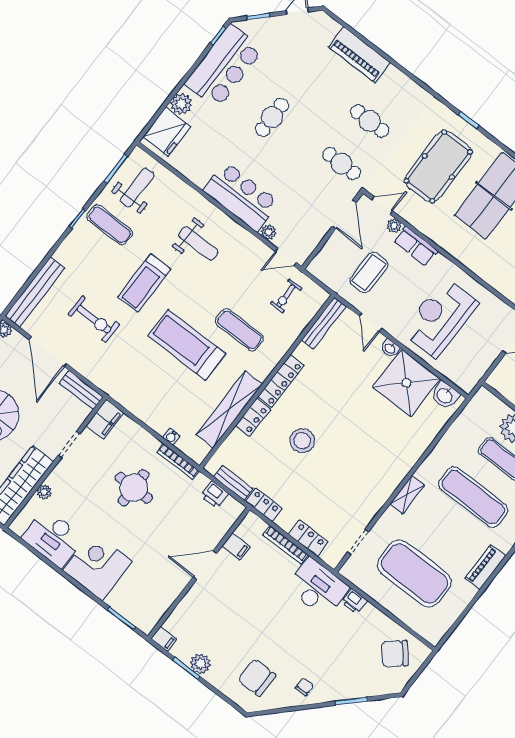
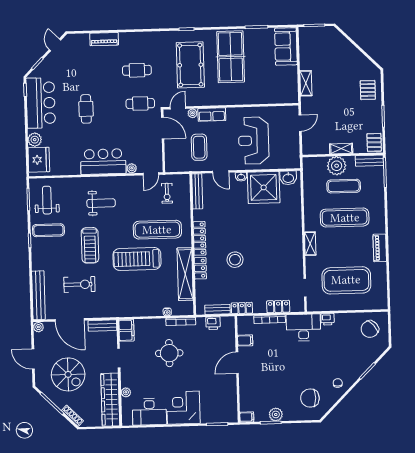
piano: (359, 55) -> (104, 39), width x0.73, depth x0.75
exercise mat: (239, 330) -> (157, 230), width x1.36, depth x1.45

